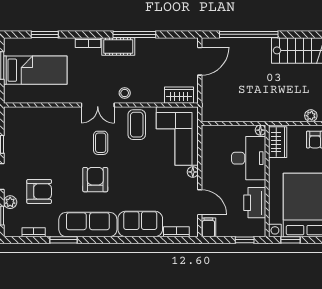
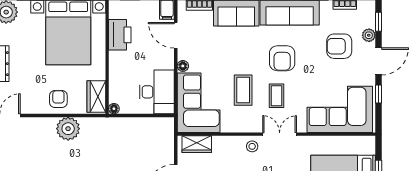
plant: (311, 116) -> (68, 129), width x1.87, depth x1.87
coffee table: (137, 125) -> (243, 90), moved
corner sofa: (39, 129) -> (340, 109), added
desk: (249, 158) -> (157, 92), moved, turned 180

